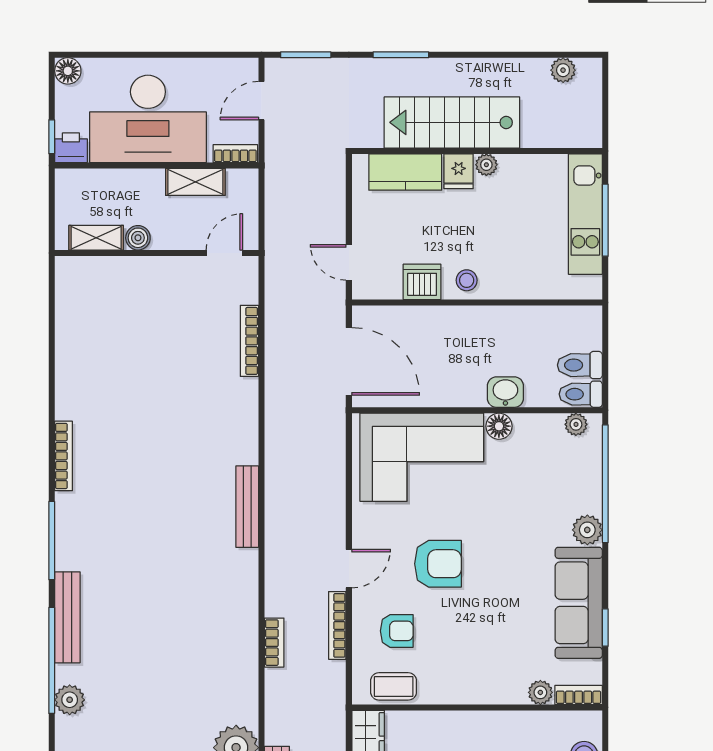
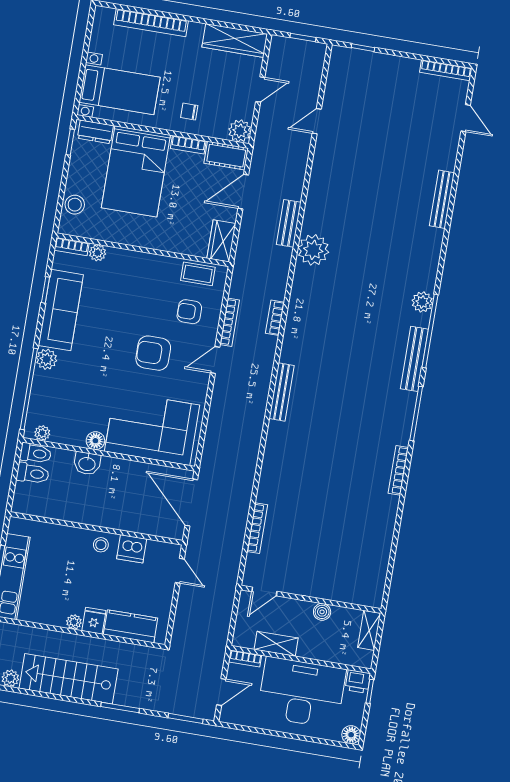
stairs: (452, 122) -> (69, 679), moved, turned 180
shelving: (96, 238) -> (369, 630), moved, turned 90
bench: (247, 507) -> (282, 392), moved

